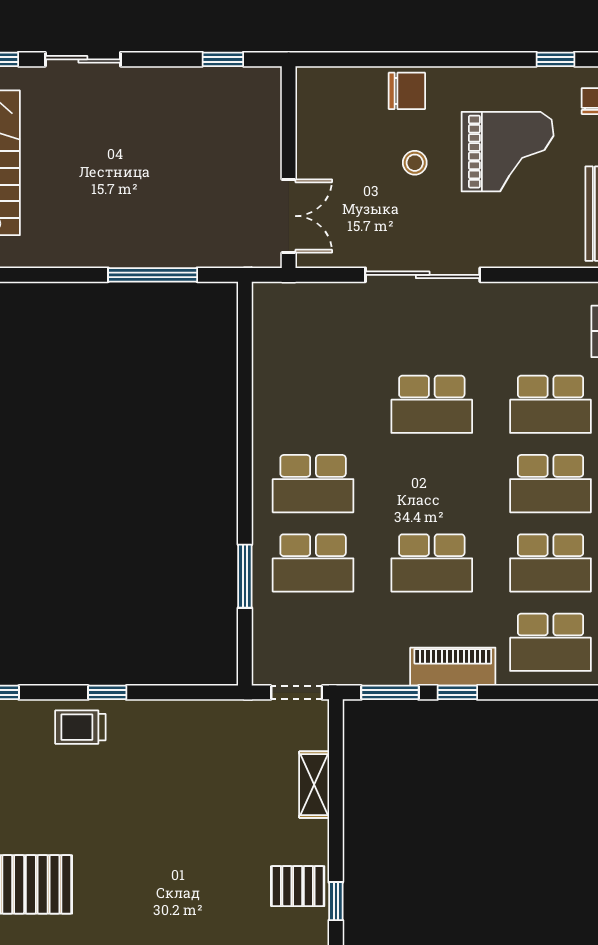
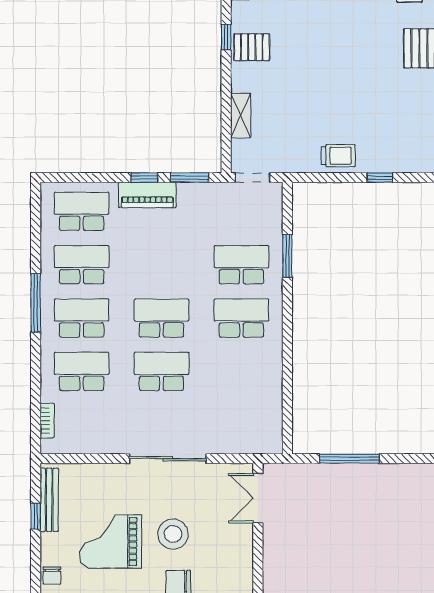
stool: (415, 163) -> (173, 534), width x1.89, depth x1.89
school desk: (432, 563) -> (161, 318), moved
trolley: (80, 727) -> (338, 156), moved

